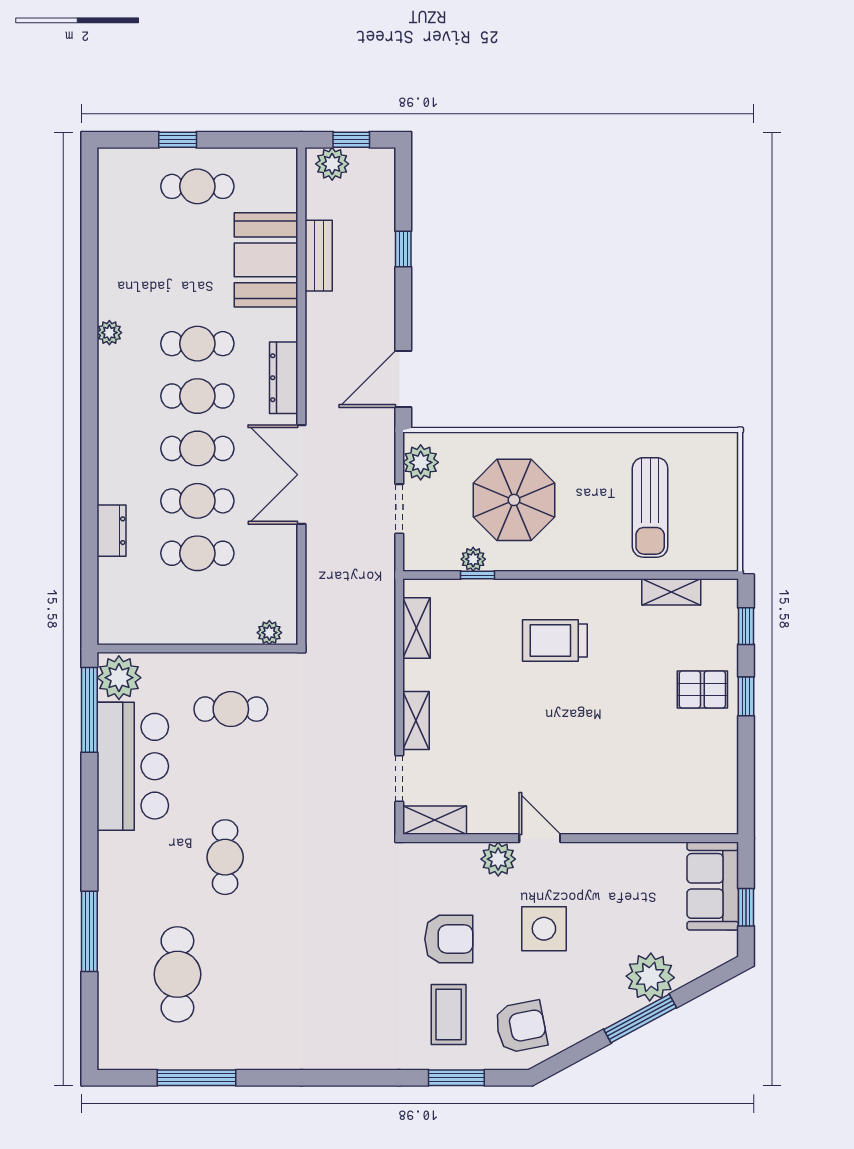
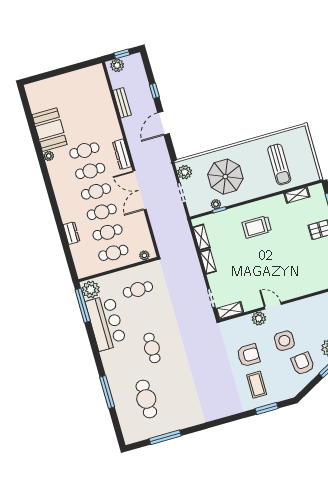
window: (178, 140) -> (54, 73), removed
cafe table: (197, 186) -> (113, 253), moved
booth: (266, 260) -> (50, 130), moved
door: (403, 379) -> (163, 123), moved
shelving: (416, 720) -> (208, 262), moved
armchair: (521, 1027) -> (303, 364), moved, turned -85

